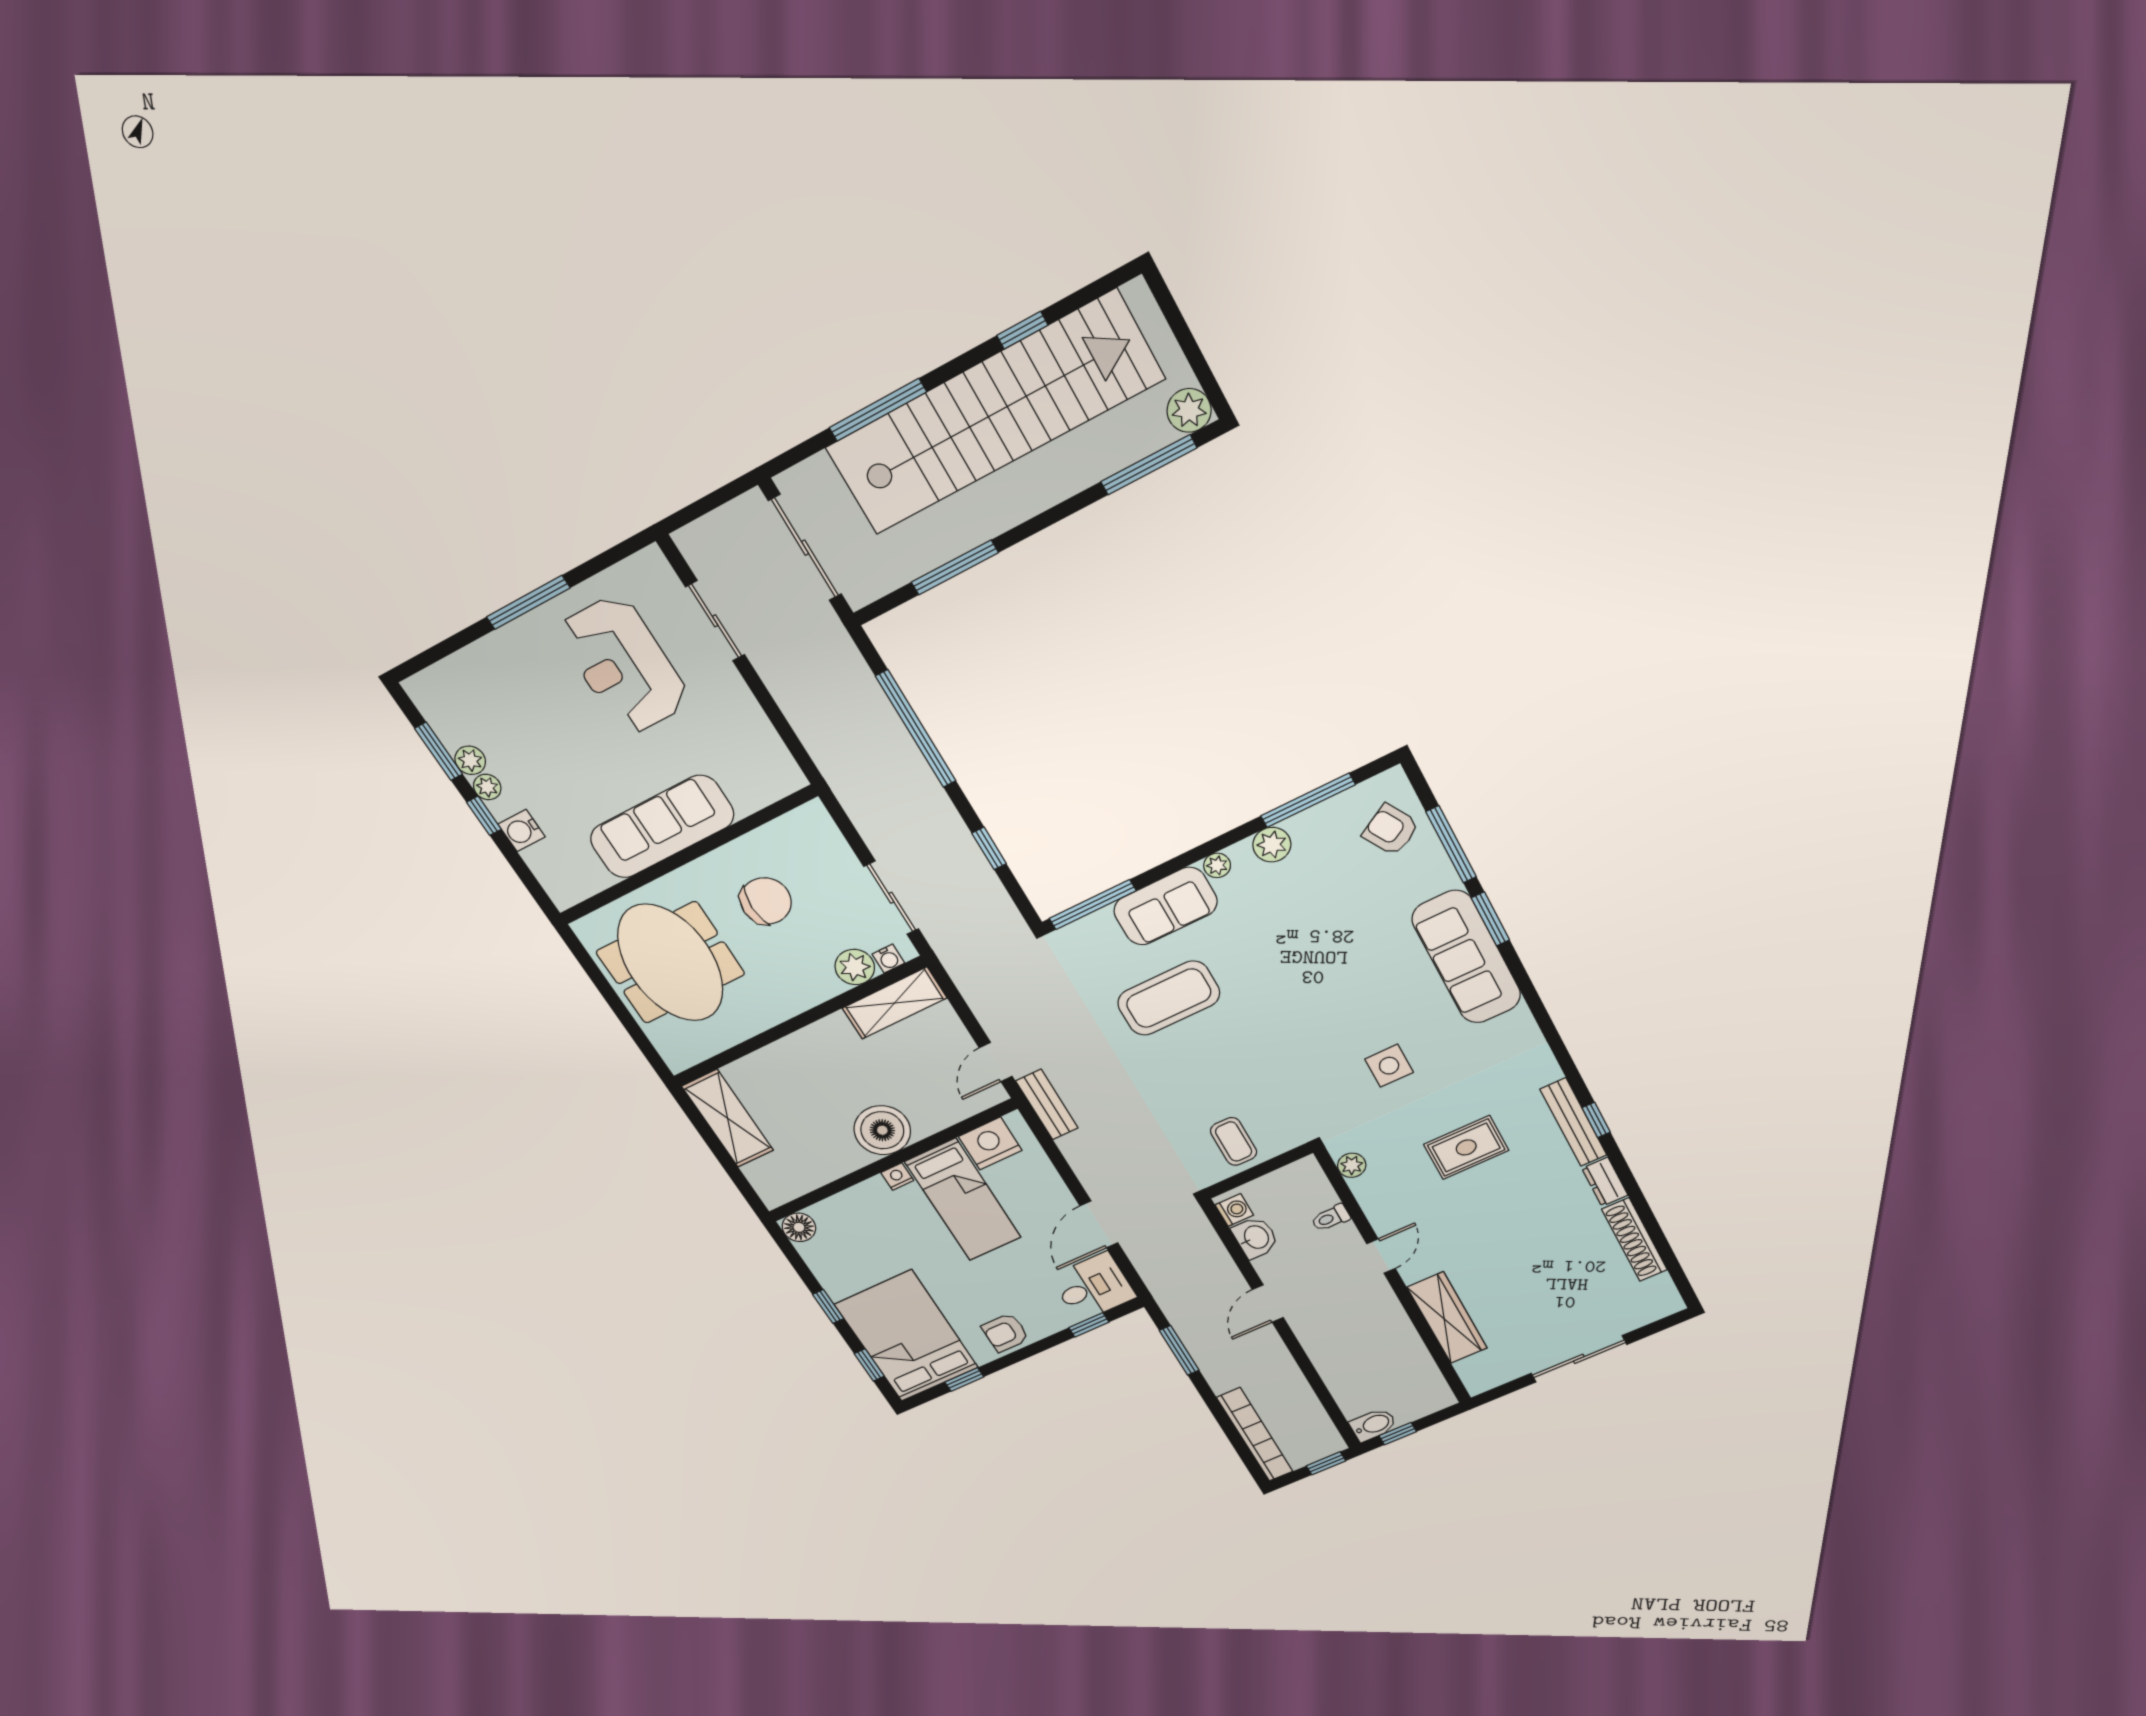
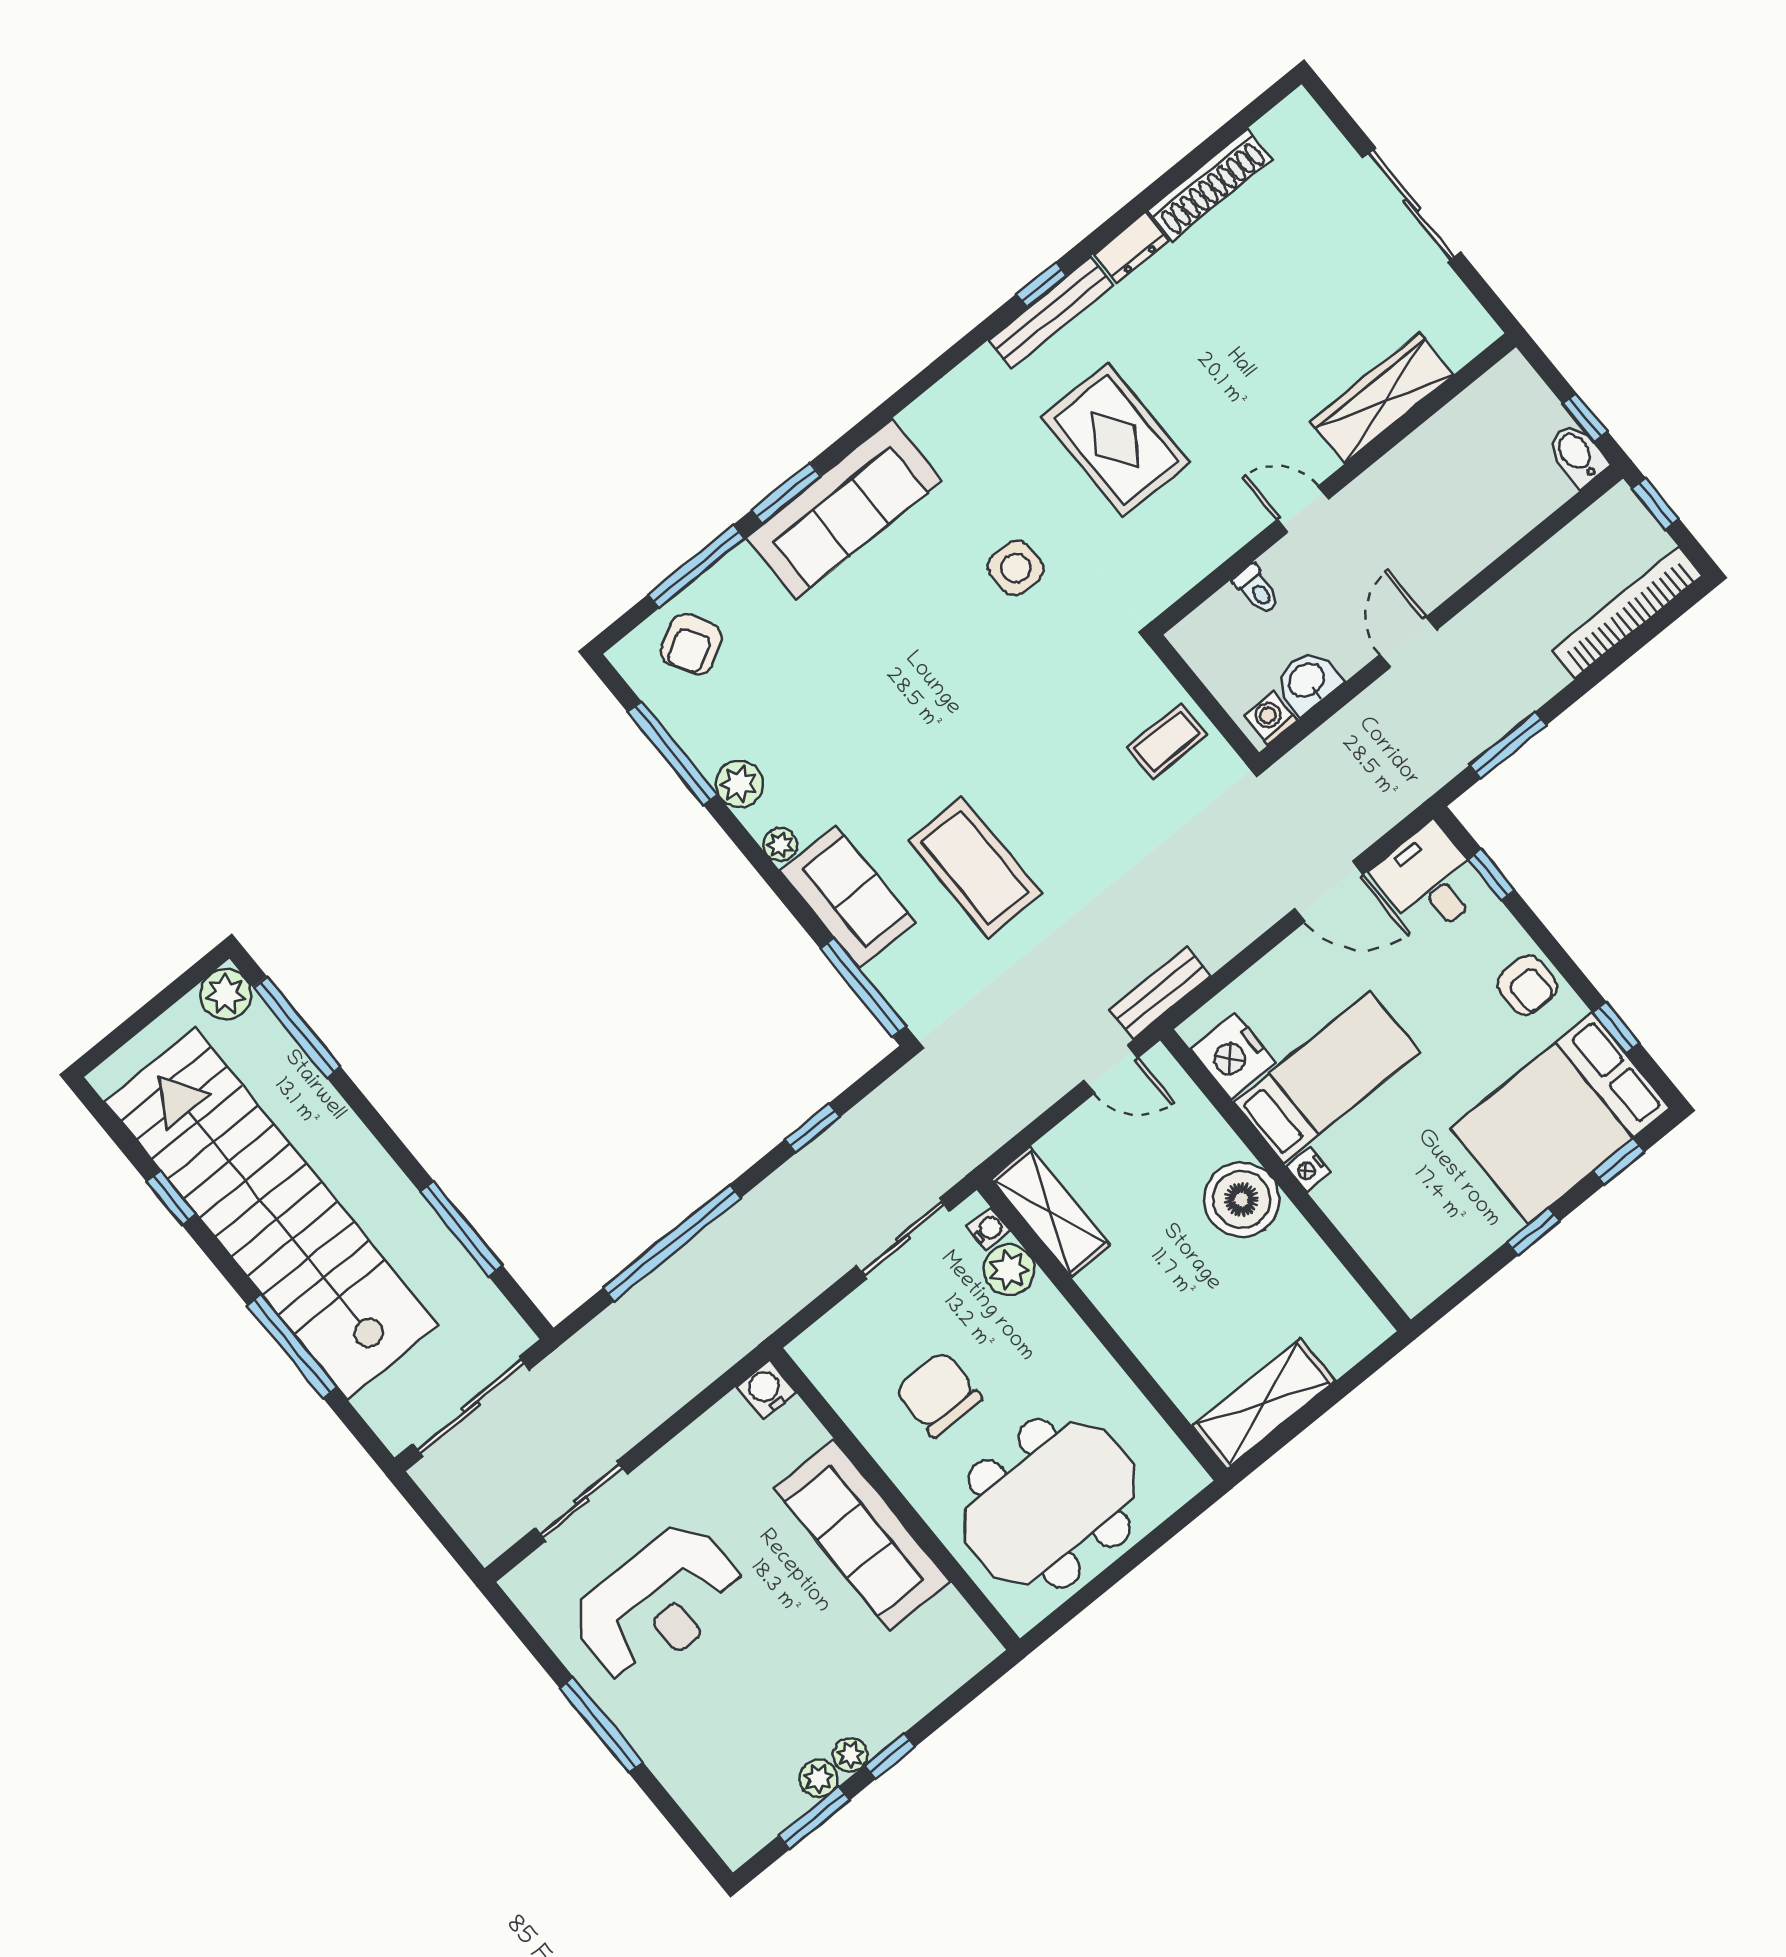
water cooler: (522, 831) -> (766, 1389), moved, turned 180
rug: (1466, 1147) -> (1115, 440), width x1.36, depth x1.43
plant: (1352, 1165) -> (1172, 581), removed
floor lamp: (799, 1227) -> (1414, 1288), removed
door: (1268, 1304) -> (1408, 642), swing flipped

